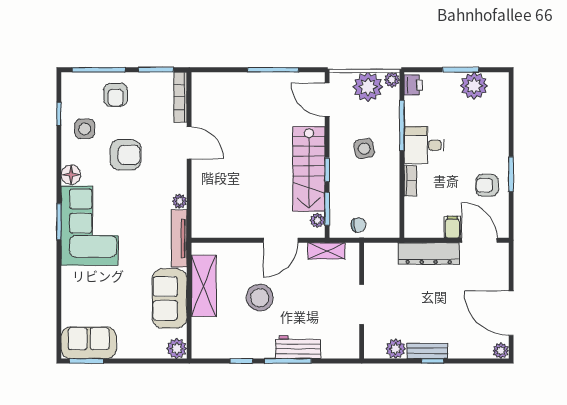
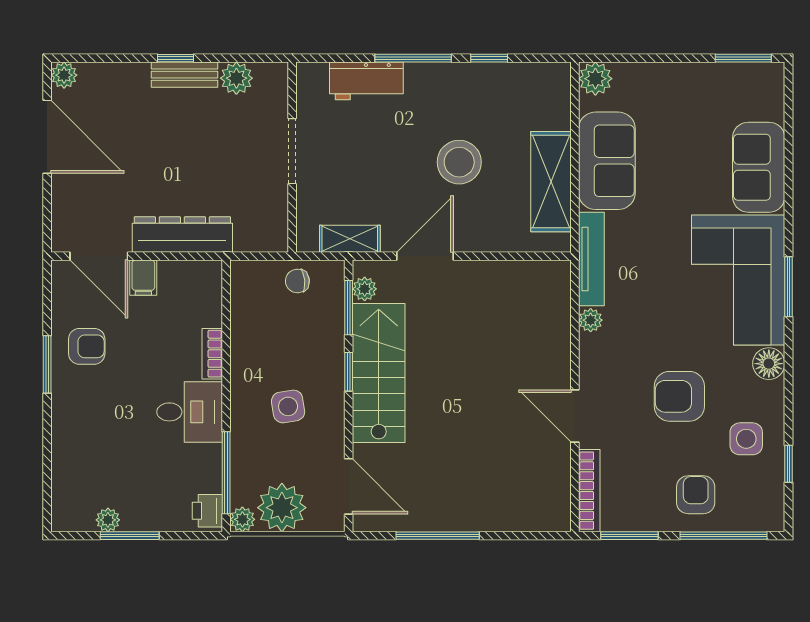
plant: (474, 86) -> (108, 520), width x0.53, depth x0.53
window: (402, 125) -> (226, 473), moved
sofa: (89, 343) -> (759, 167), moved, turned 90
workbench: (298, 347) -> (366, 81), moved

